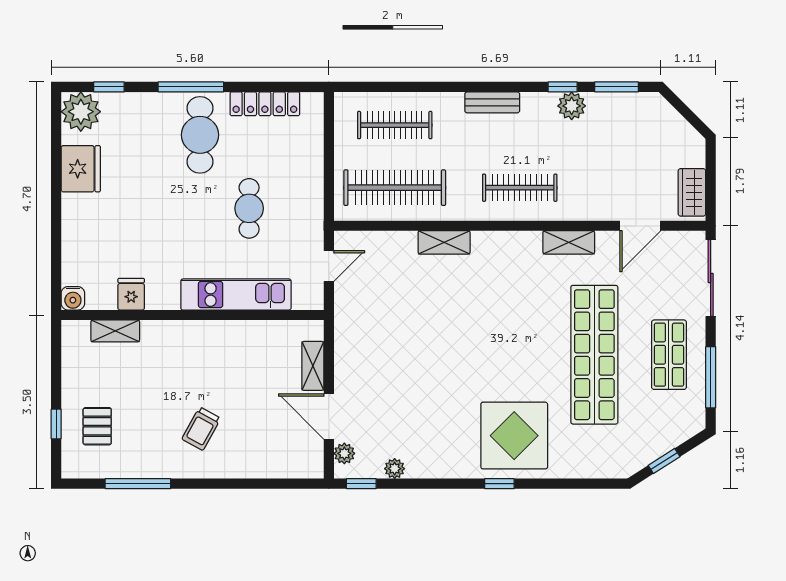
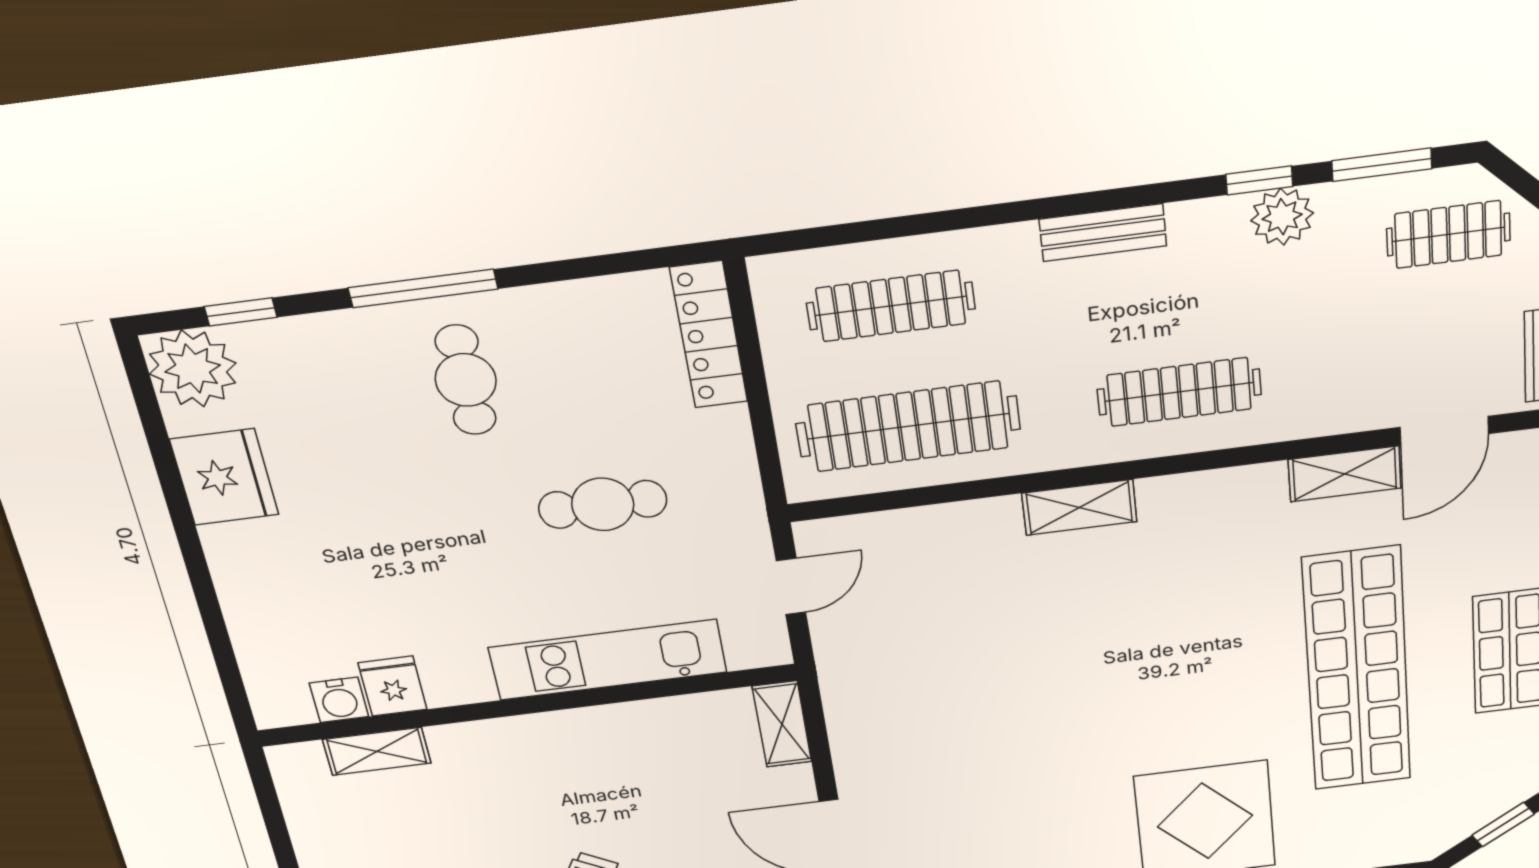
locker: (265, 104) -> (709, 335), moved, turned 90
clothes rail: (645, 125) -> (1448, 234), added
cafe table: (200, 135) -> (466, 380), width x0.73, depth x0.74
cafe table: (249, 208) -> (603, 504), turned 90
shelving: (444, 242) -> (1079, 507), moved
shelving: (569, 242) -> (1345, 474), moved
water cooler: (73, 298) -> (339, 700), moved
shelving: (313, 366) -> (782, 724), moved

